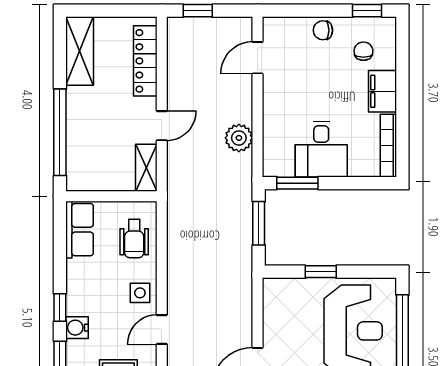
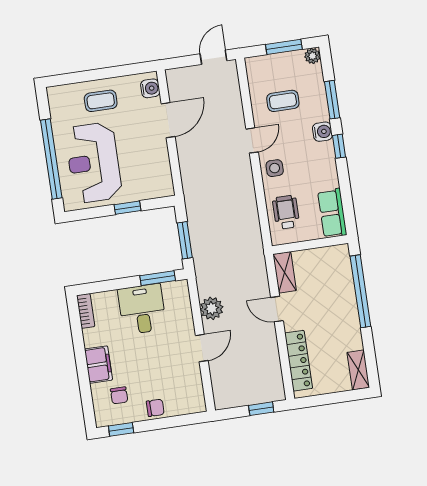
shelving: (80, 51) -> (358, 370), width x0.67, depth x0.75
door: (258, 58) -> (202, 348), moved
door: (162, 126) -> (277, 309), hinge flipped
bookcase: (388, 146) -> (86, 311), width x0.64

